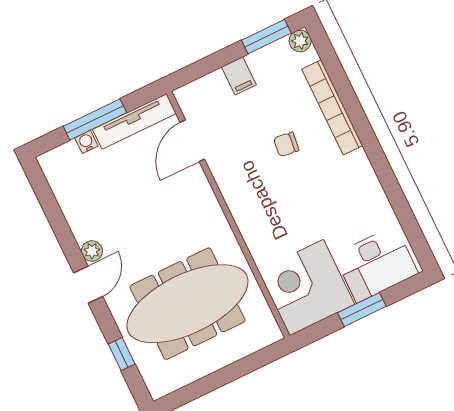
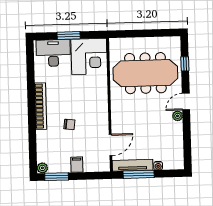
bookcase: (332, 107) -> (41, 106), moved
window: (95, 119) -> (139, 174), moved

